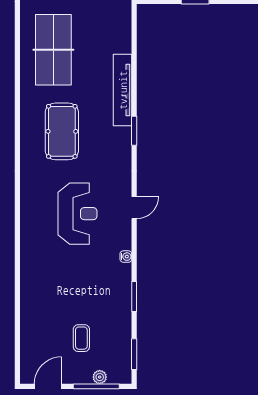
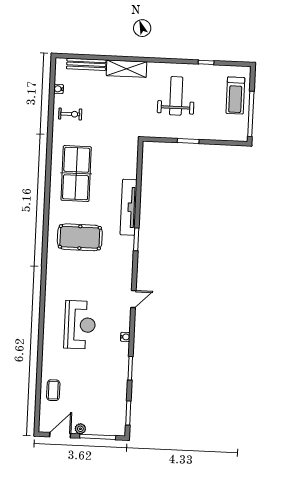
pool table: (62, 131) -> (80, 237), turned 90
reception desk: (77, 214) -> (80, 325), moved
coffee table: (81, 338) -> (53, 390), moved
plant: (100, 377) -> (80, 429), moved

